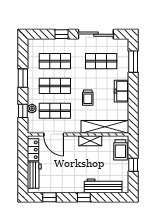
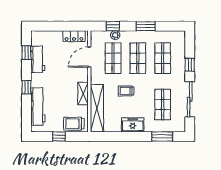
workbench: (34, 175) -> (38, 59), moved, turned -90

